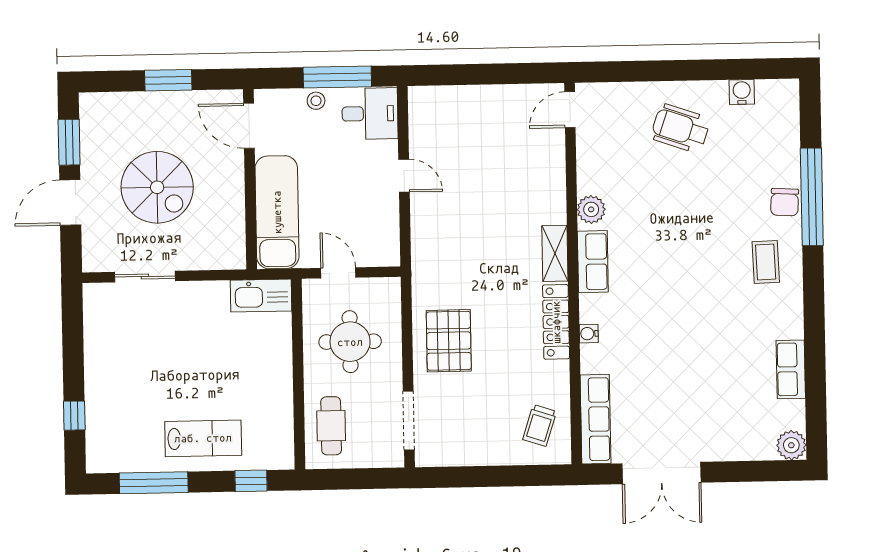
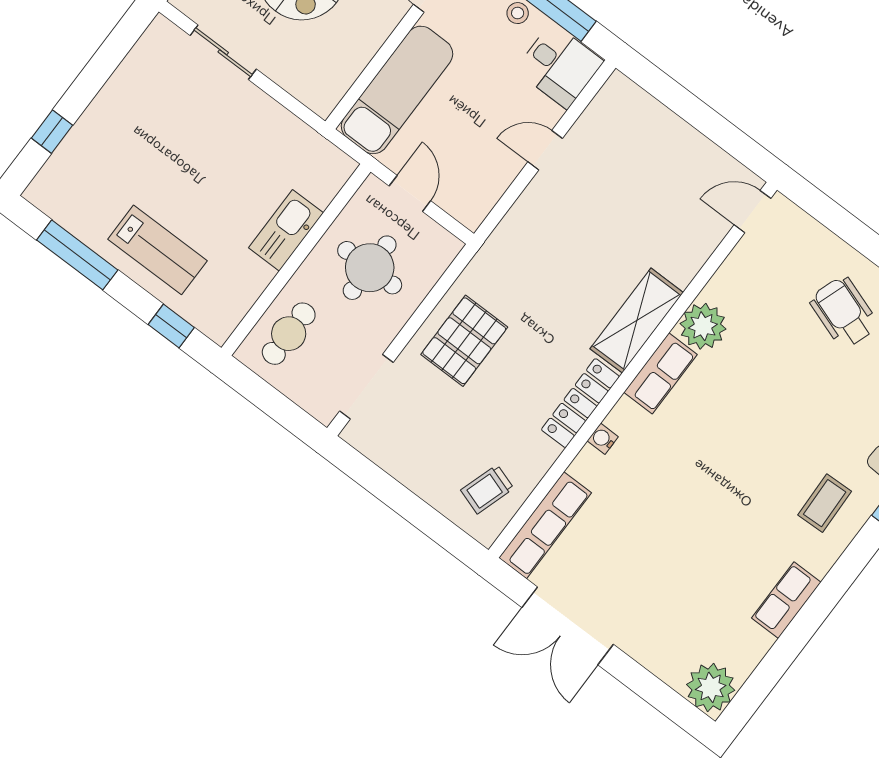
door: (404, 176) -> (545, 150), swing flipped
plant: (591, 209) -> (703, 326), width x1.36, depth x1.36
shelving: (555, 253) -> (637, 321), width x1.50, depth x1.33
kitchen sink: (261, 296) -> (286, 230), moved, turned 90
row of seats: (791, 369) -> (786, 600), moved
plant: (791, 445) -> (711, 687), width x1.36, depth x1.36

